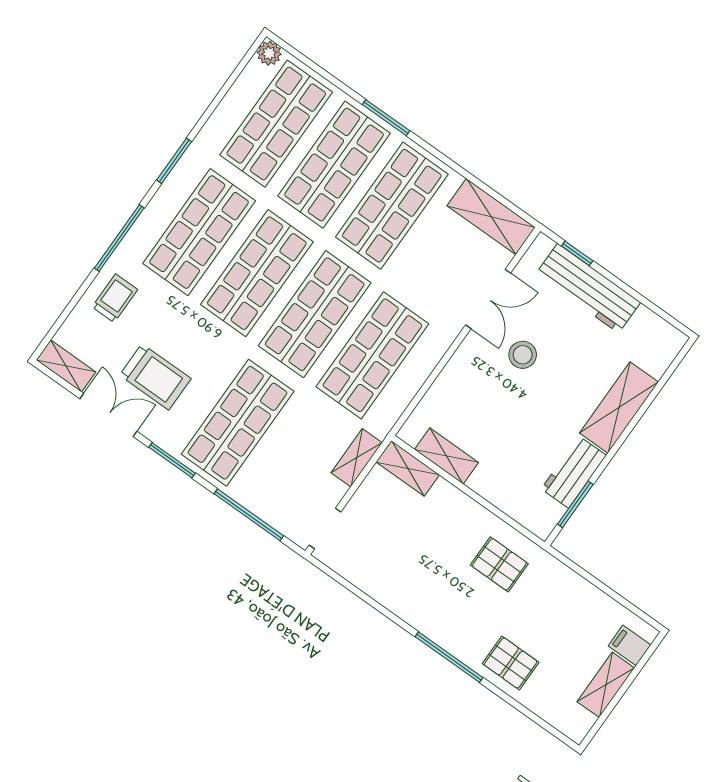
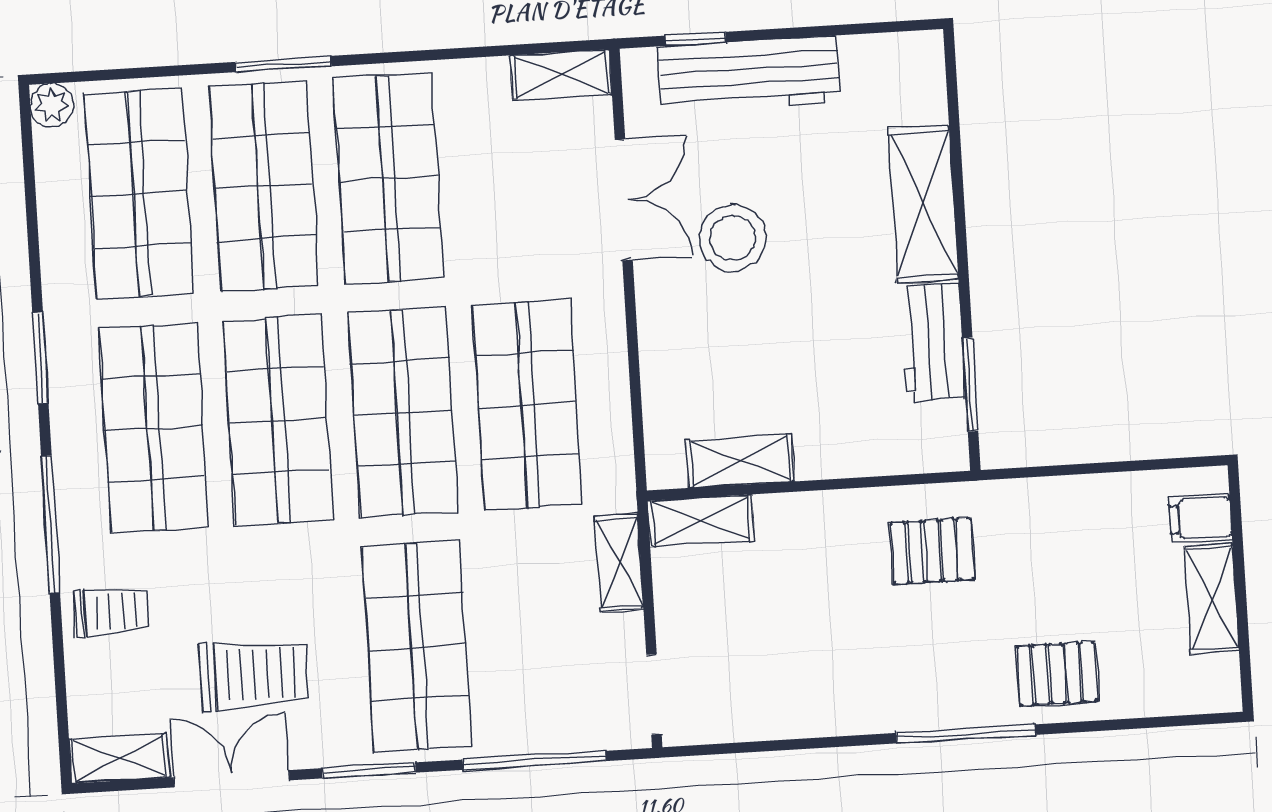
shelving: (491, 217) -> (561, 75), width x0.67, depth x0.75
trolley: (115, 298) -> (111, 612), turned 90
stool: (523, 355) -> (733, 238), width x1.38, depth x1.38

